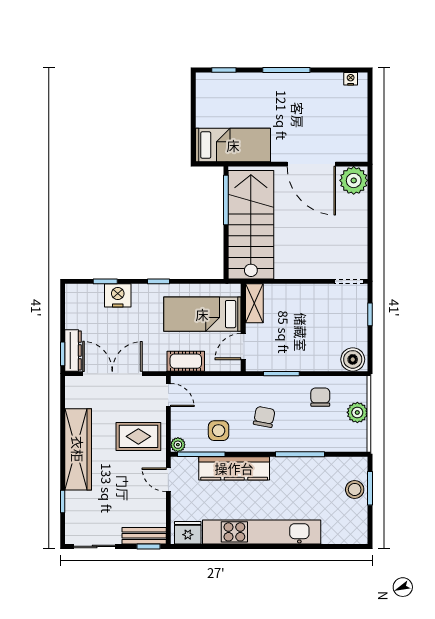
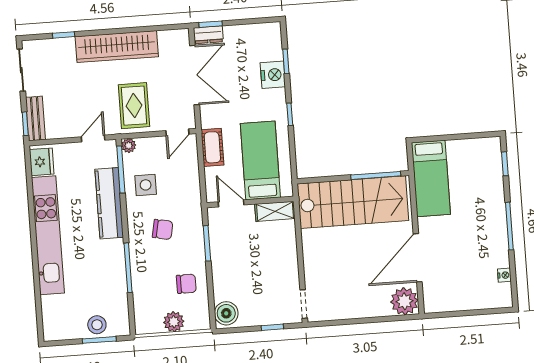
nightstand: (351, 79) -> (504, 275), moved
dresser: (73, 350) -> (208, 35), width x0.70

